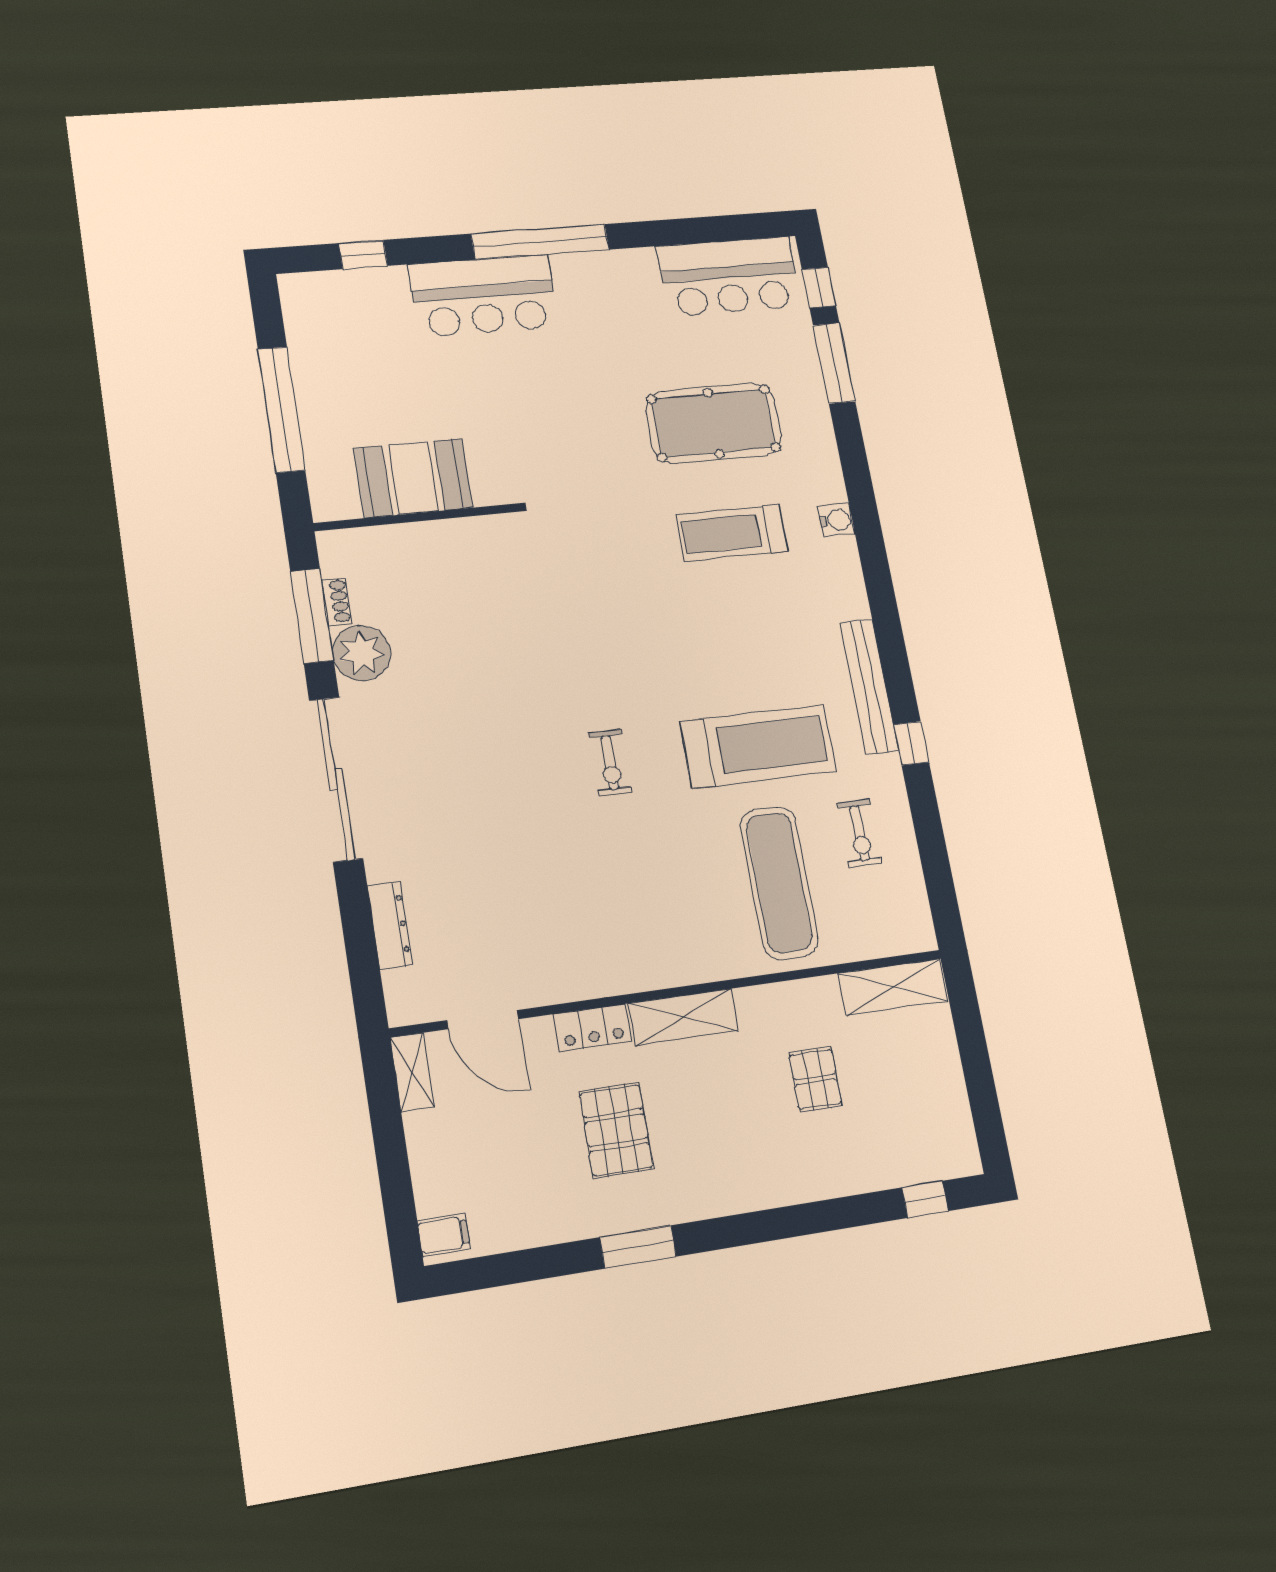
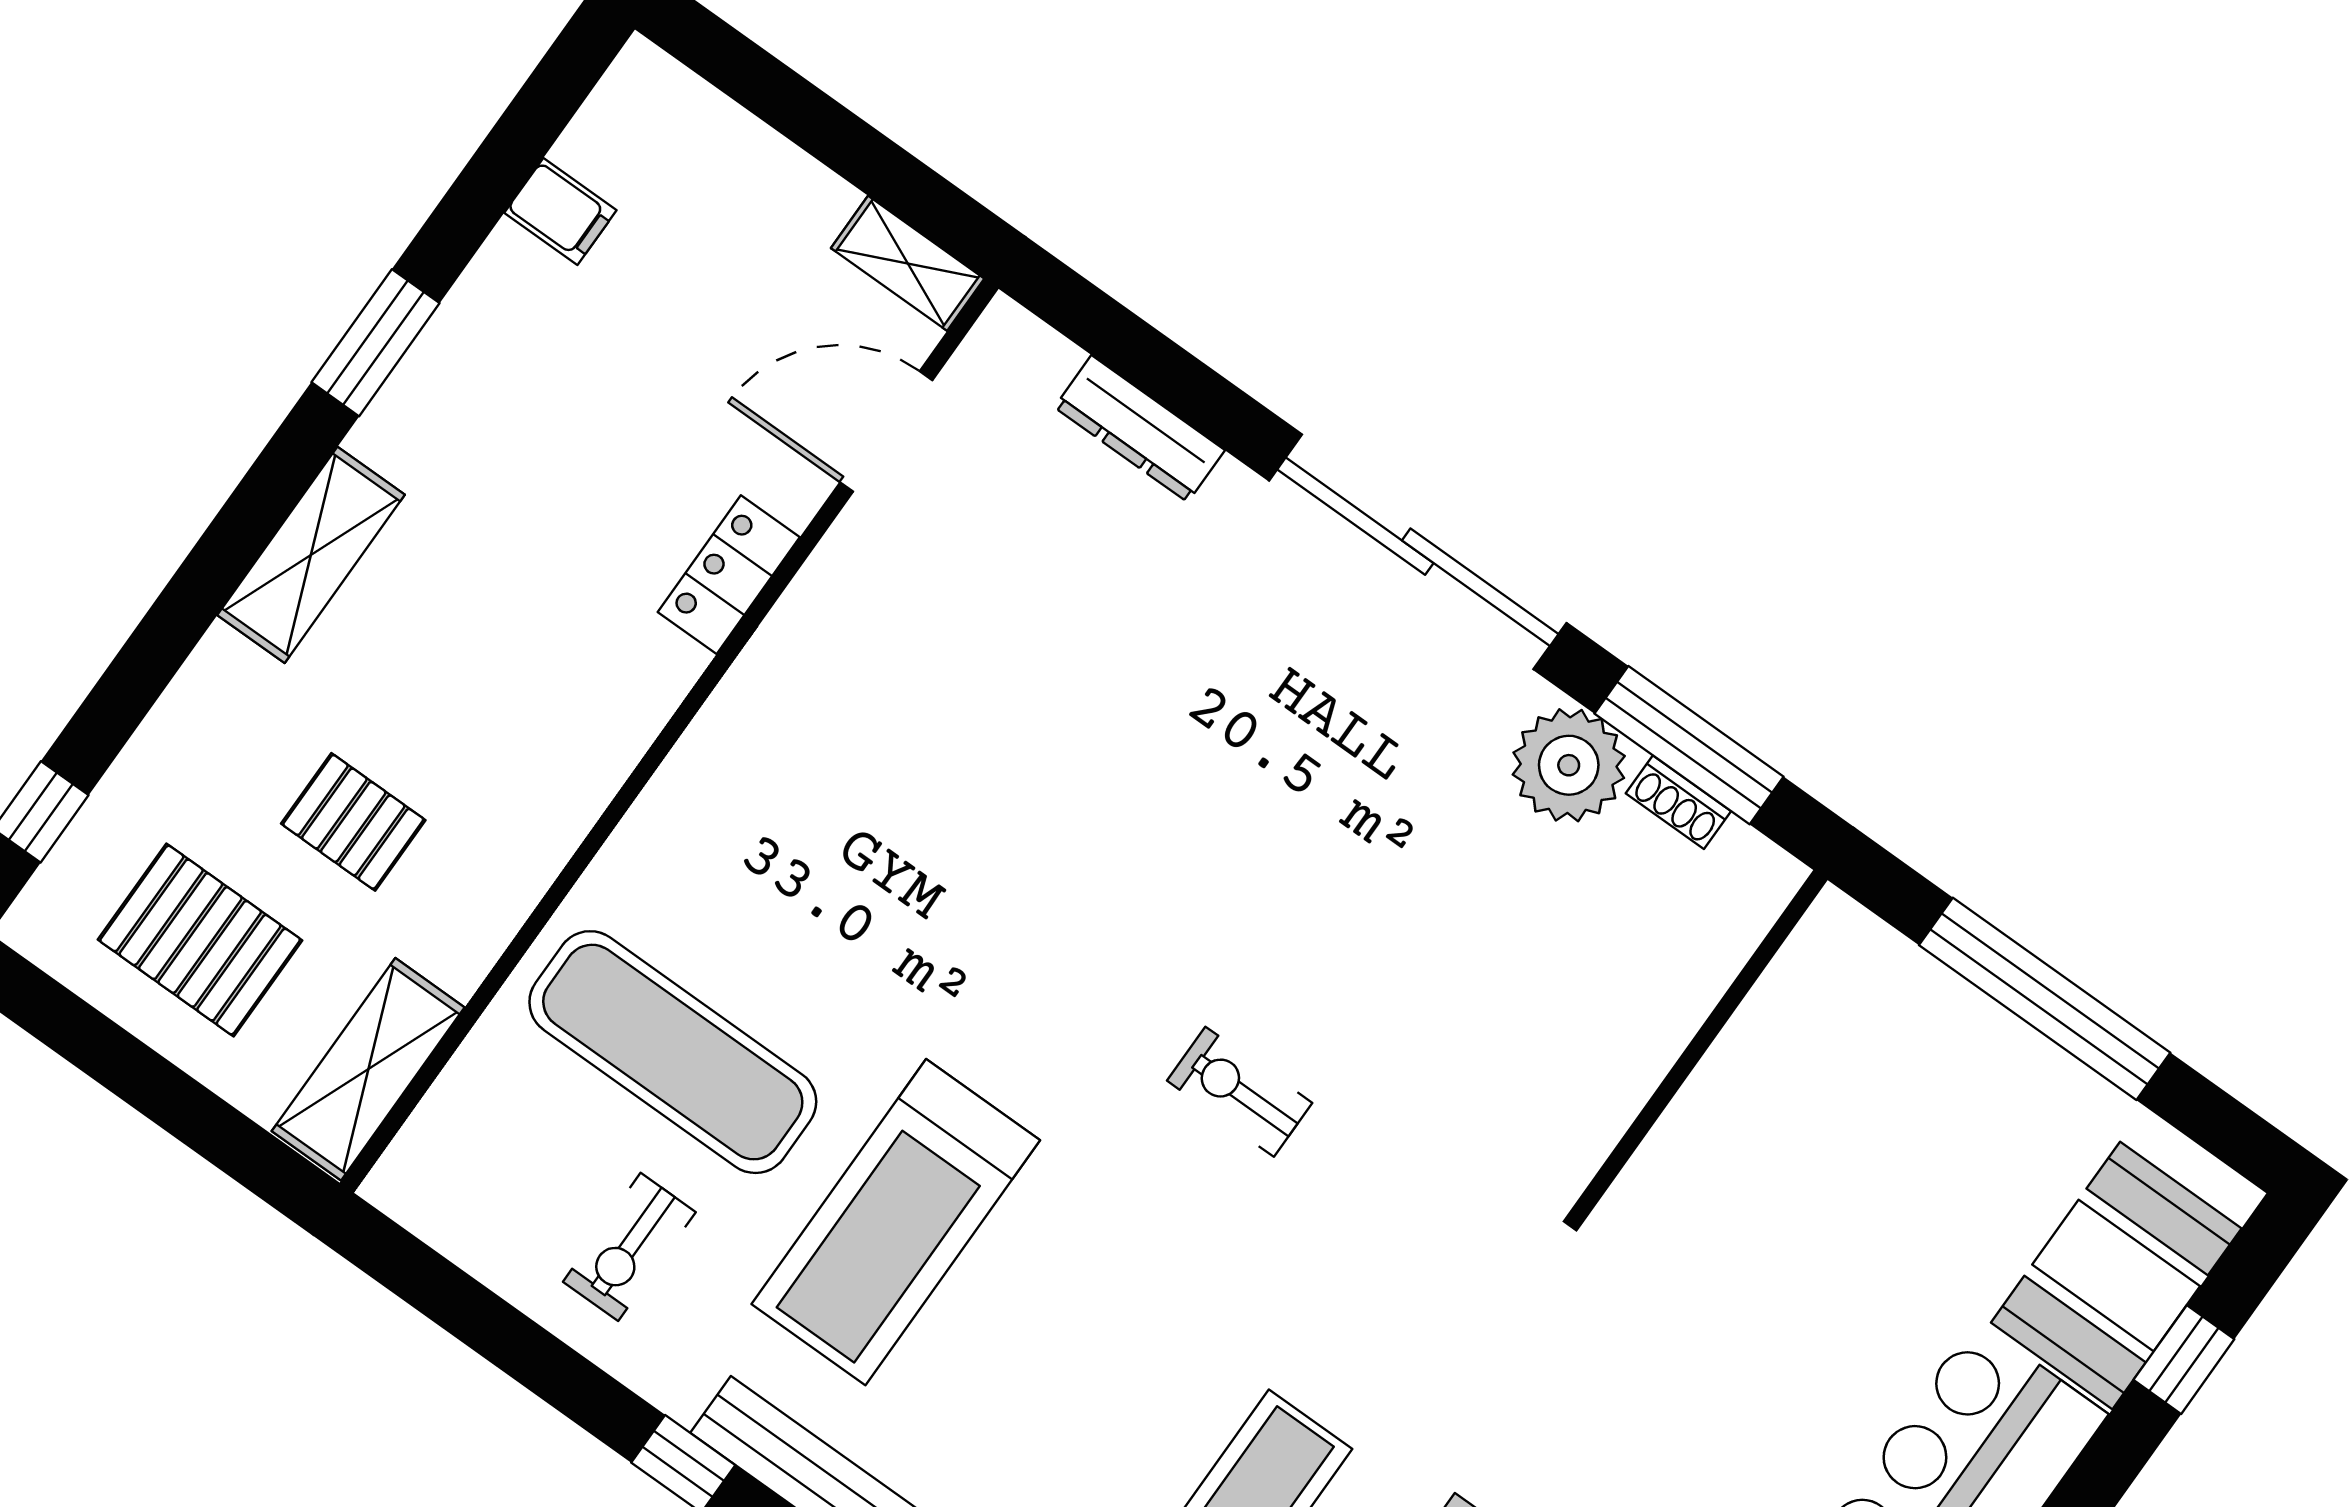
booth: (413, 478) -> (2116, 1275), moved
exercise bike: (610, 763) -> (1240, 1092), moved
exercise bike: (859, 833) -> (629, 1247), turned -90
shelving: (684, 1017) -> (311, 555), moved
pallet: (616, 1130) -> (200, 940), moved
filing cabinet: (444, 1235) -> (560, 211), moved, turned -90

